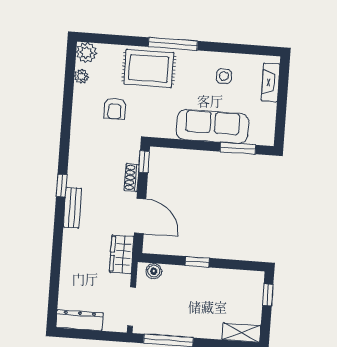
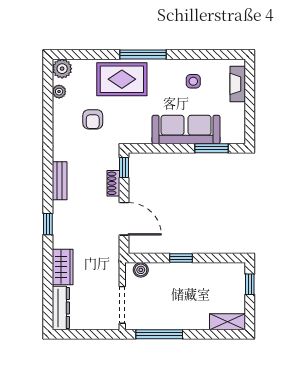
window: (62, 186) -> (48, 224), moved
bench: (72, 208) -> (60, 181), moved
wardrobe: (122, 254) -> (63, 267), moved, turned 180
dresser: (79, 320) -> (61, 308), moved, turned 90

